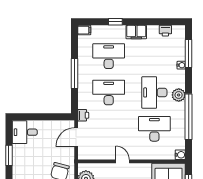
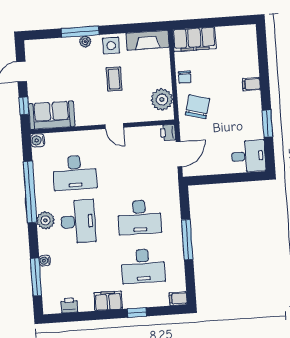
printer: (83, 115) -> (168, 132), moved

